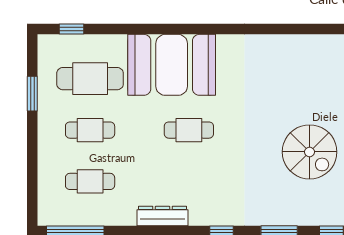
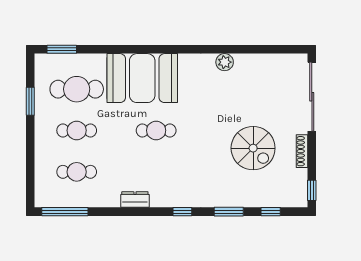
window: (72, 29) -> (62, 49), width x1.50
plant: (274, 45) -> (225, 62), added
dresser: (162, 216) -> (135, 200), width x0.70

